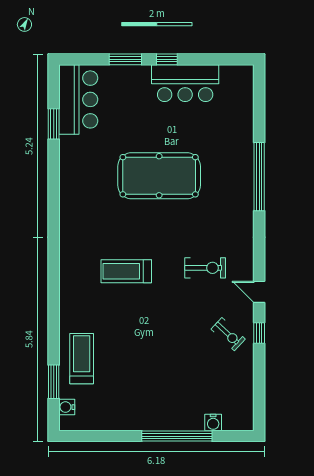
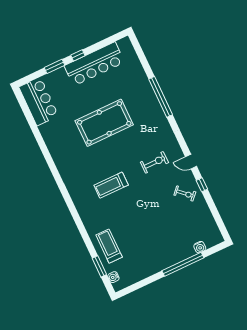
bar counter: (185, 83) -> (94, 64), width x1.36
window: (54, 124) -> (31, 122), removed

